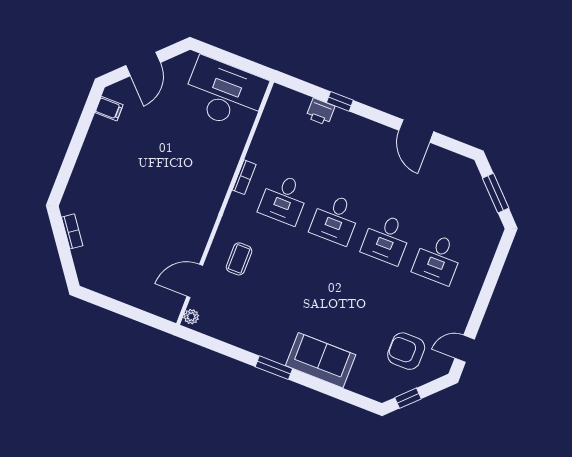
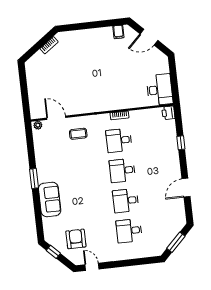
desk: (225, 94) -> (160, 90), width x0.73, depth x0.77
printer: (320, 112) -> (168, 113), moved

